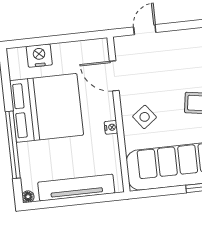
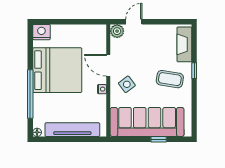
plant: (123, 45) -> (117, 31), added
nightstand: (39, 56) -> (41, 32), moved
door: (114, 76) -> (108, 65), moved

